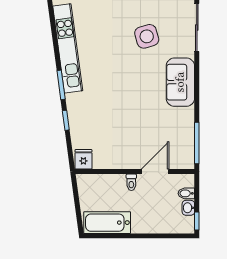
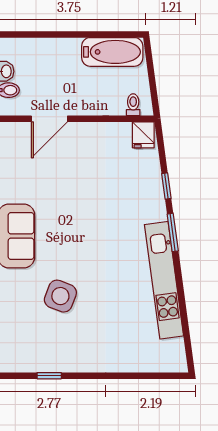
side table: (147, 36) -> (60, 296), turned 37
toilet: (131, 182) -> (133, 105), moved

